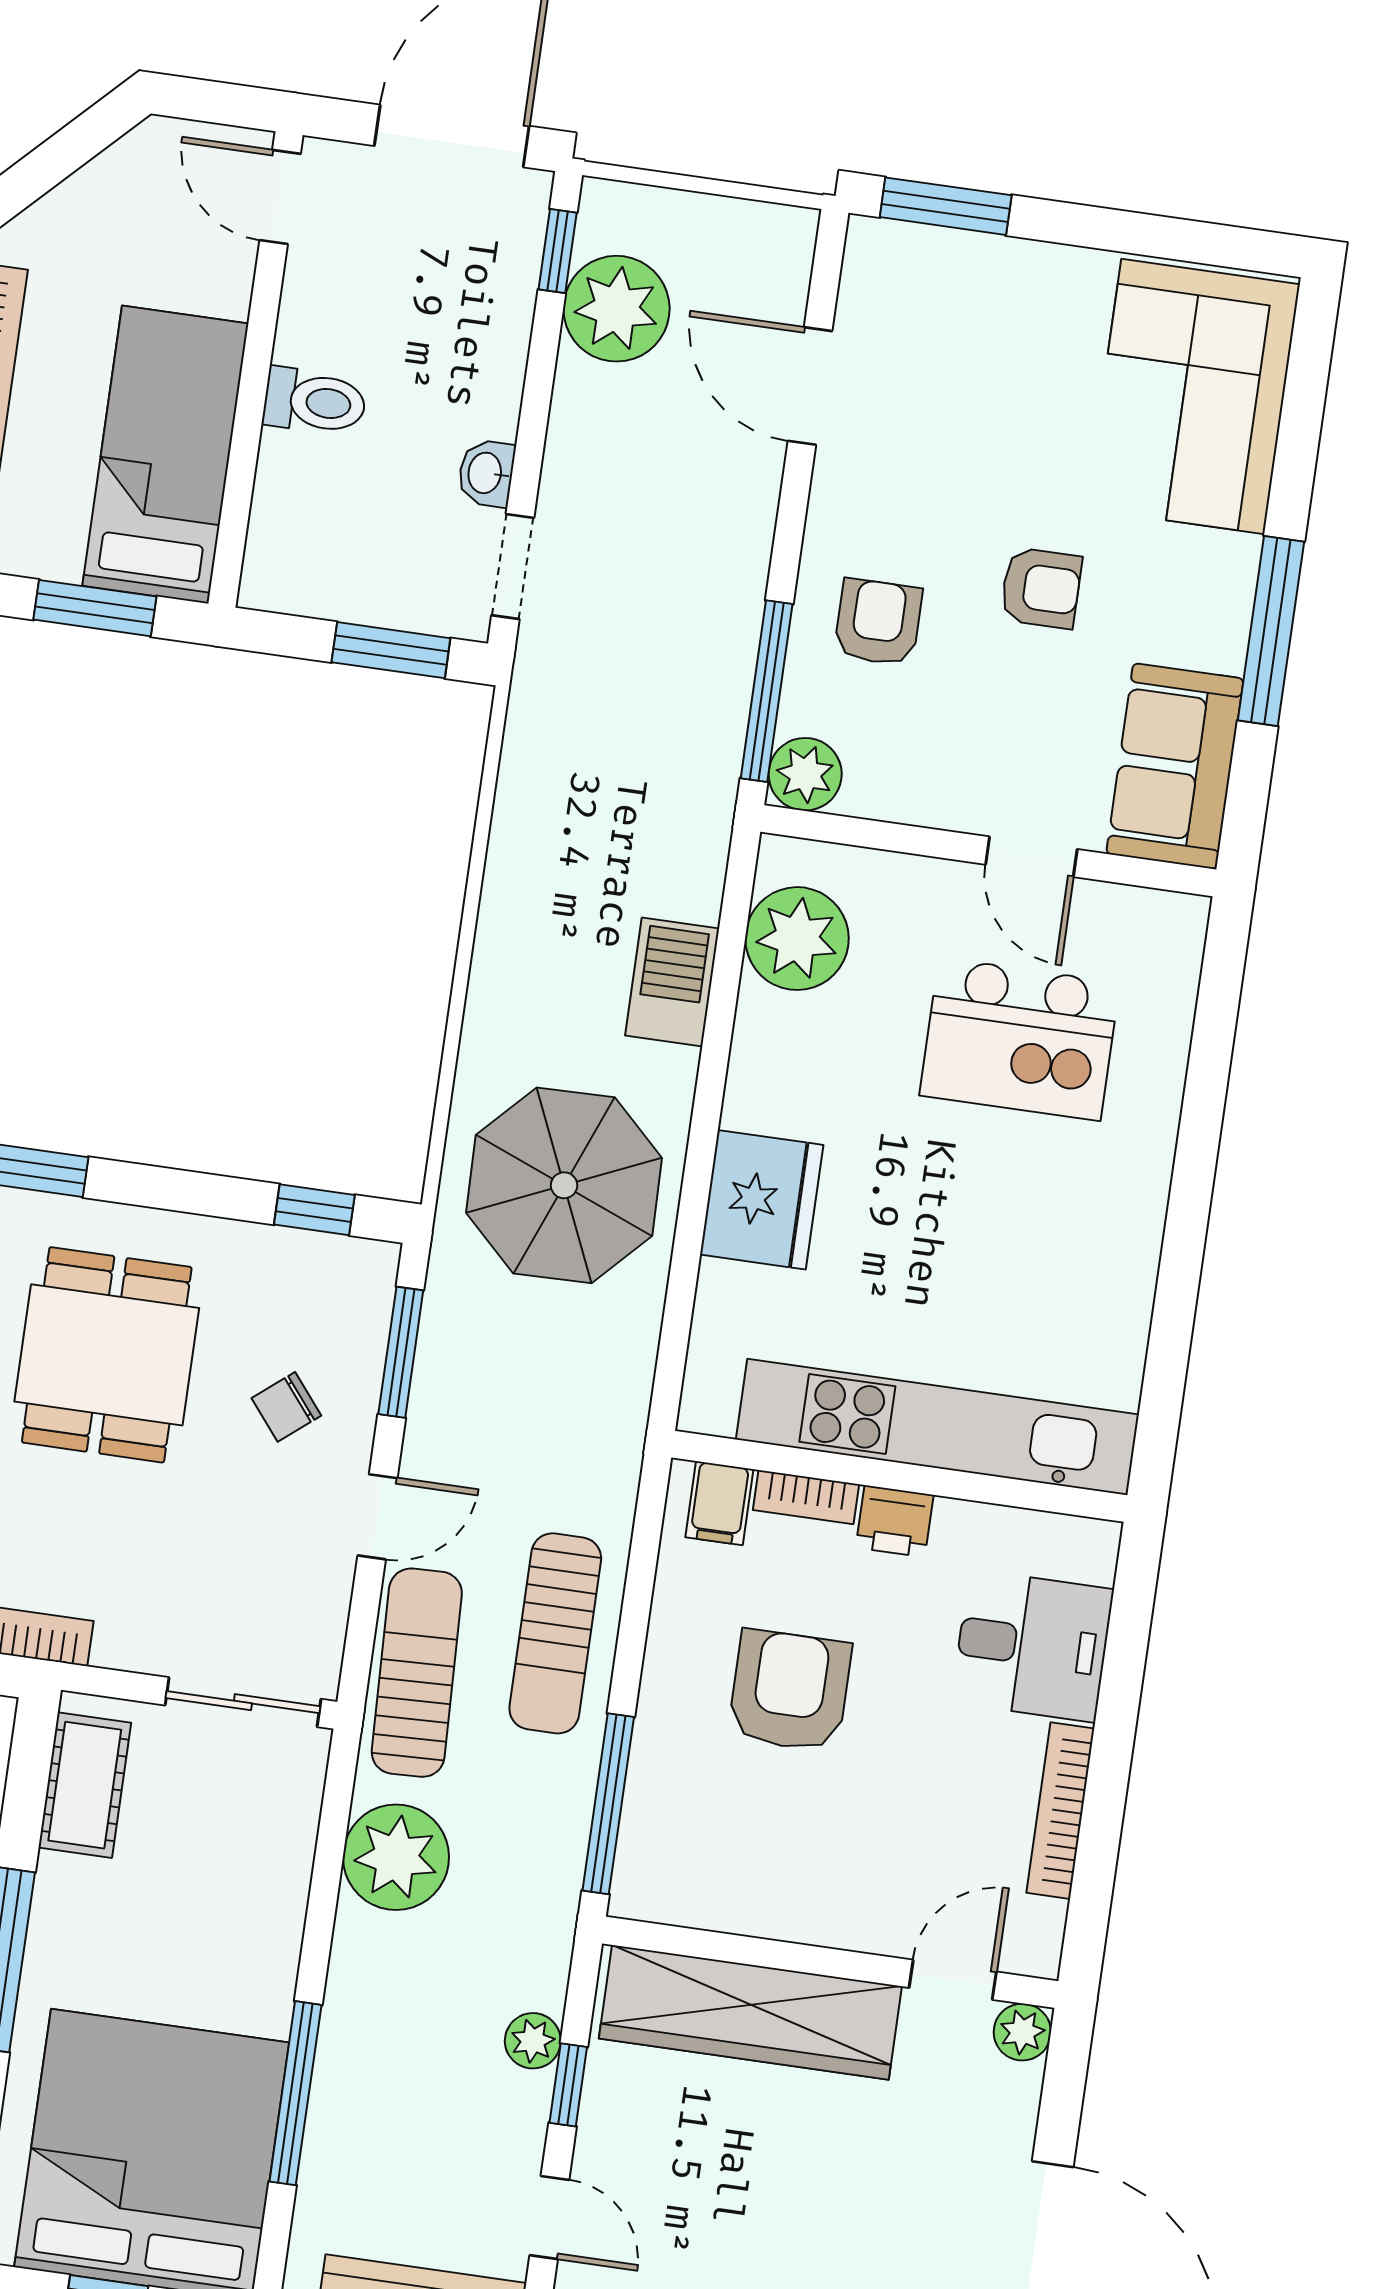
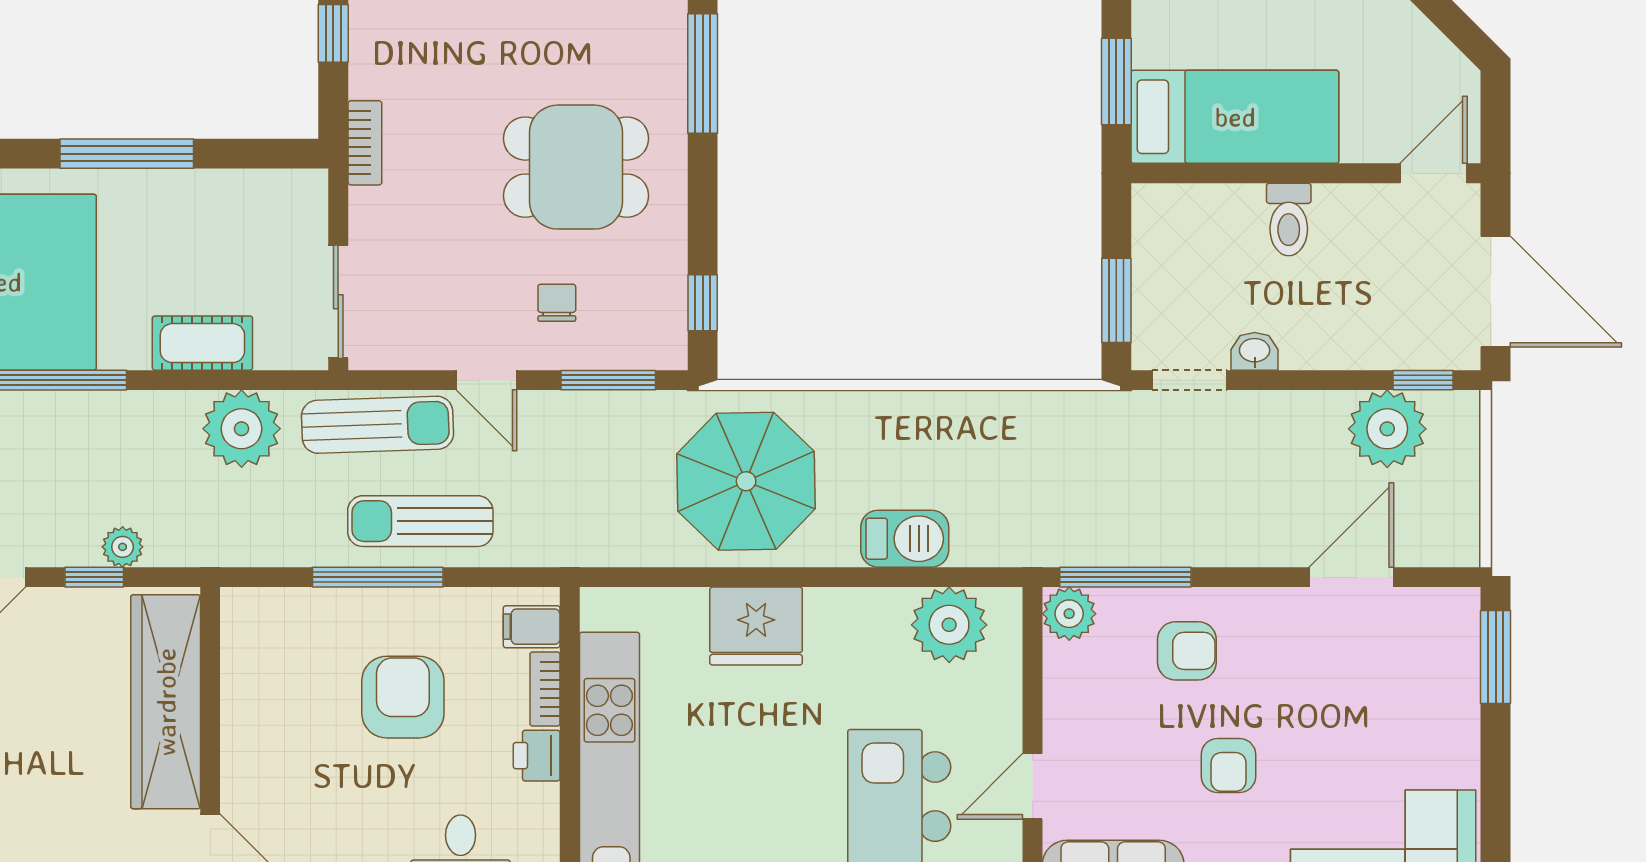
chair: (286, 1407) -> (557, 303), turned 39
armchair: (790, 1691) -> (403, 697), turned -90
cot: (85, 1785) -> (202, 343), moved
window: (608, 1804) -> (378, 577), moved

